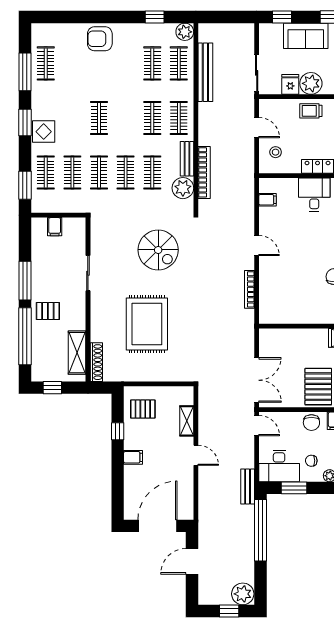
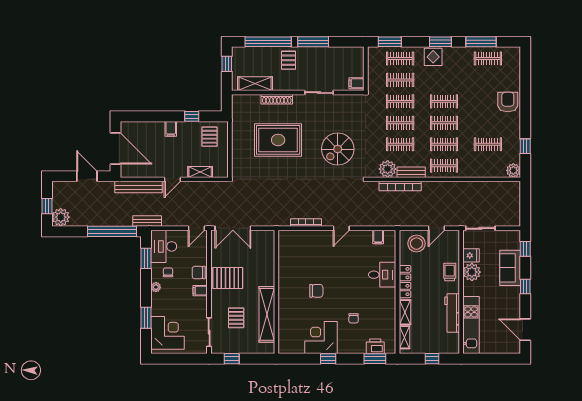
clothes rail: (179, 63) -> (444, 123), moved
bench: (205, 72) -> (138, 187), moved
stool: (276, 152) -> (416, 244), width x1.89, depth x1.89
filing cabinet: (55, 227) -> (356, 83), moved
shoe rack: (96, 362) -> (277, 99), moved

